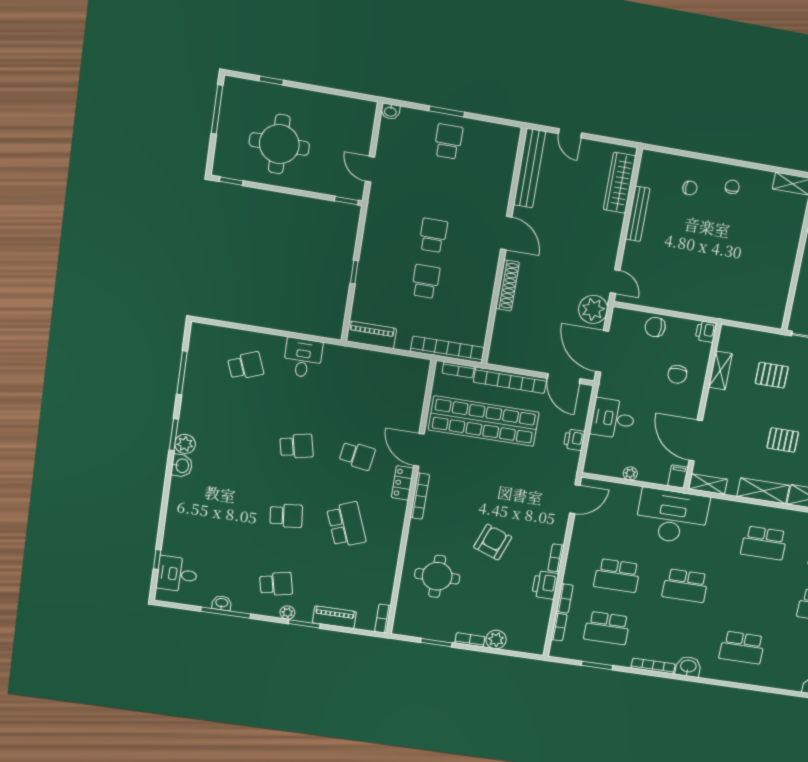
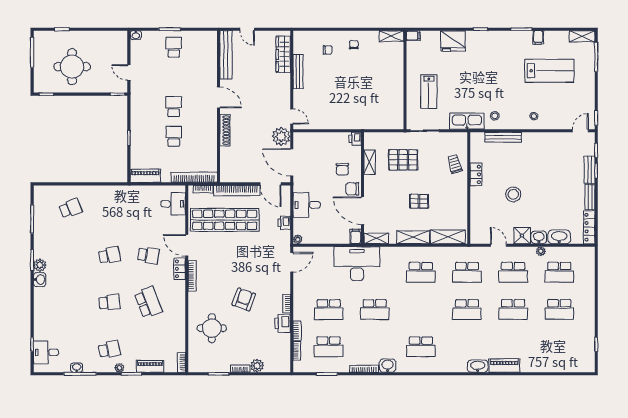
chair: (655, 327) -> (352, 189), moved
desk: (303, 358) -> (173, 204), moved, turned 90
pallet: (772, 375) -> (403, 160), width x1.50, depth x1.42
plant: (630, 473) -> (298, 239), moved

